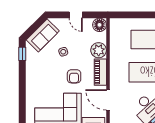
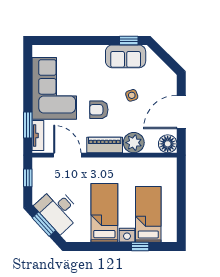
door: (76, 15) -> (181, 112), width x1.88
sofa: (43, 35) -> (126, 56), moved, turned -45
door: (108, 100) -> (67, 155), hinge flipped

